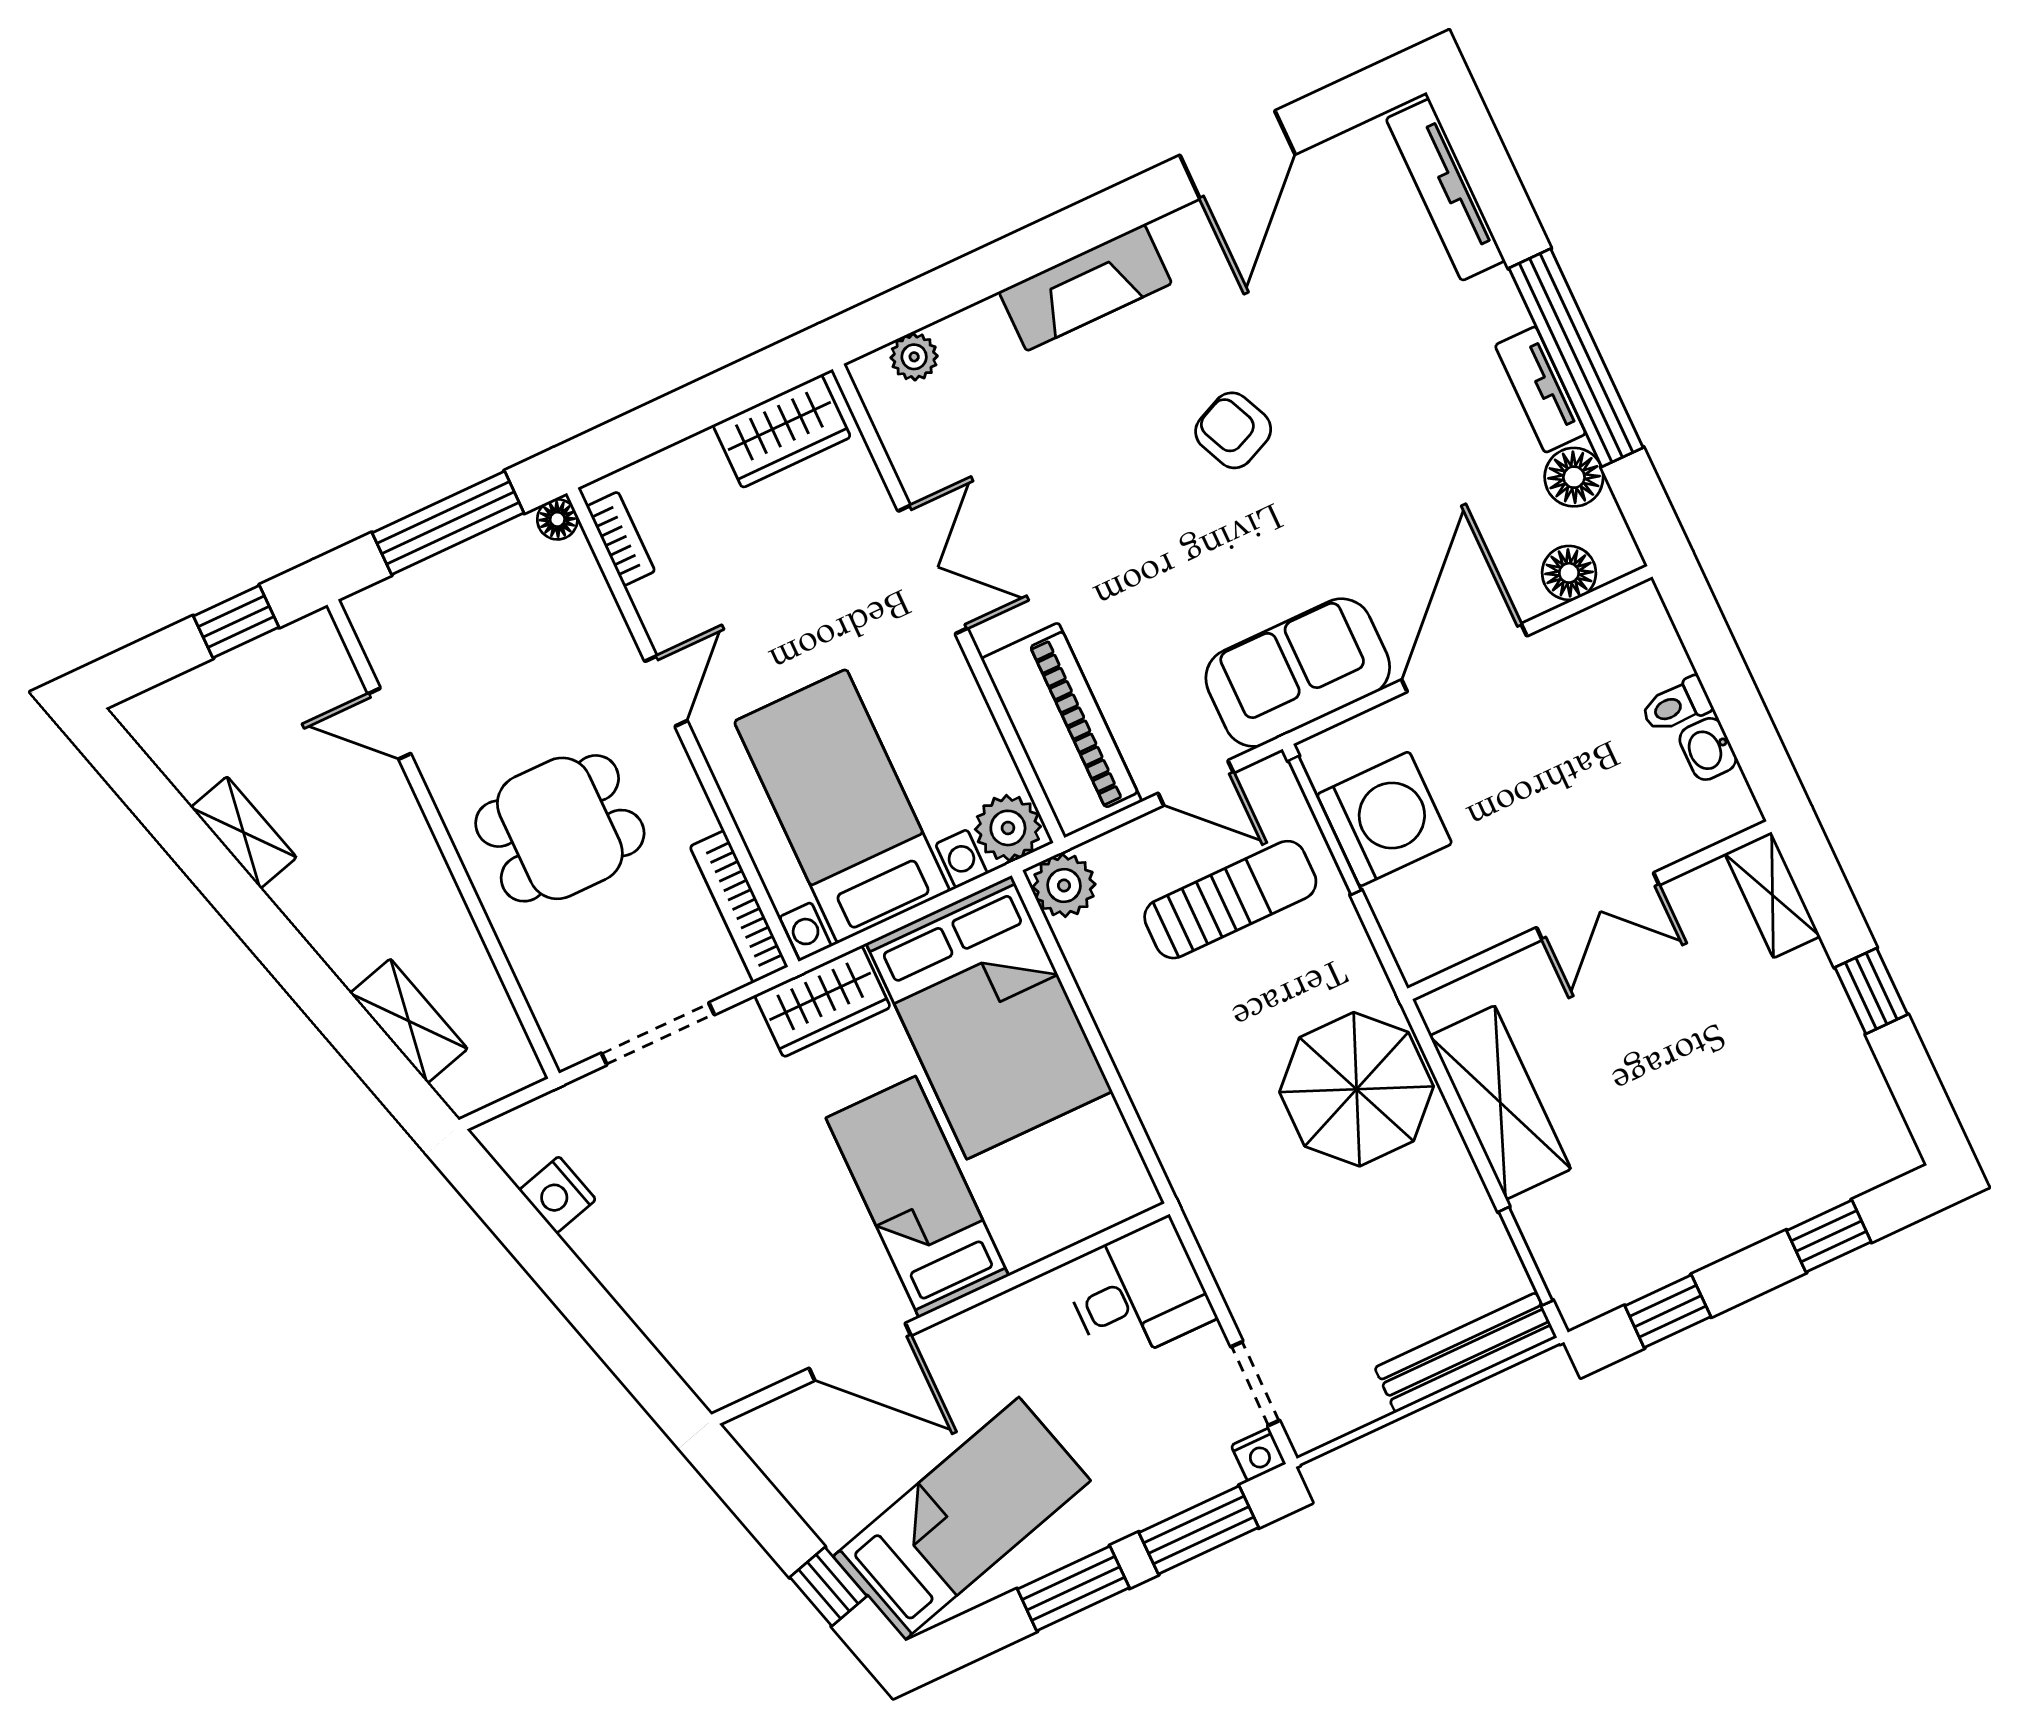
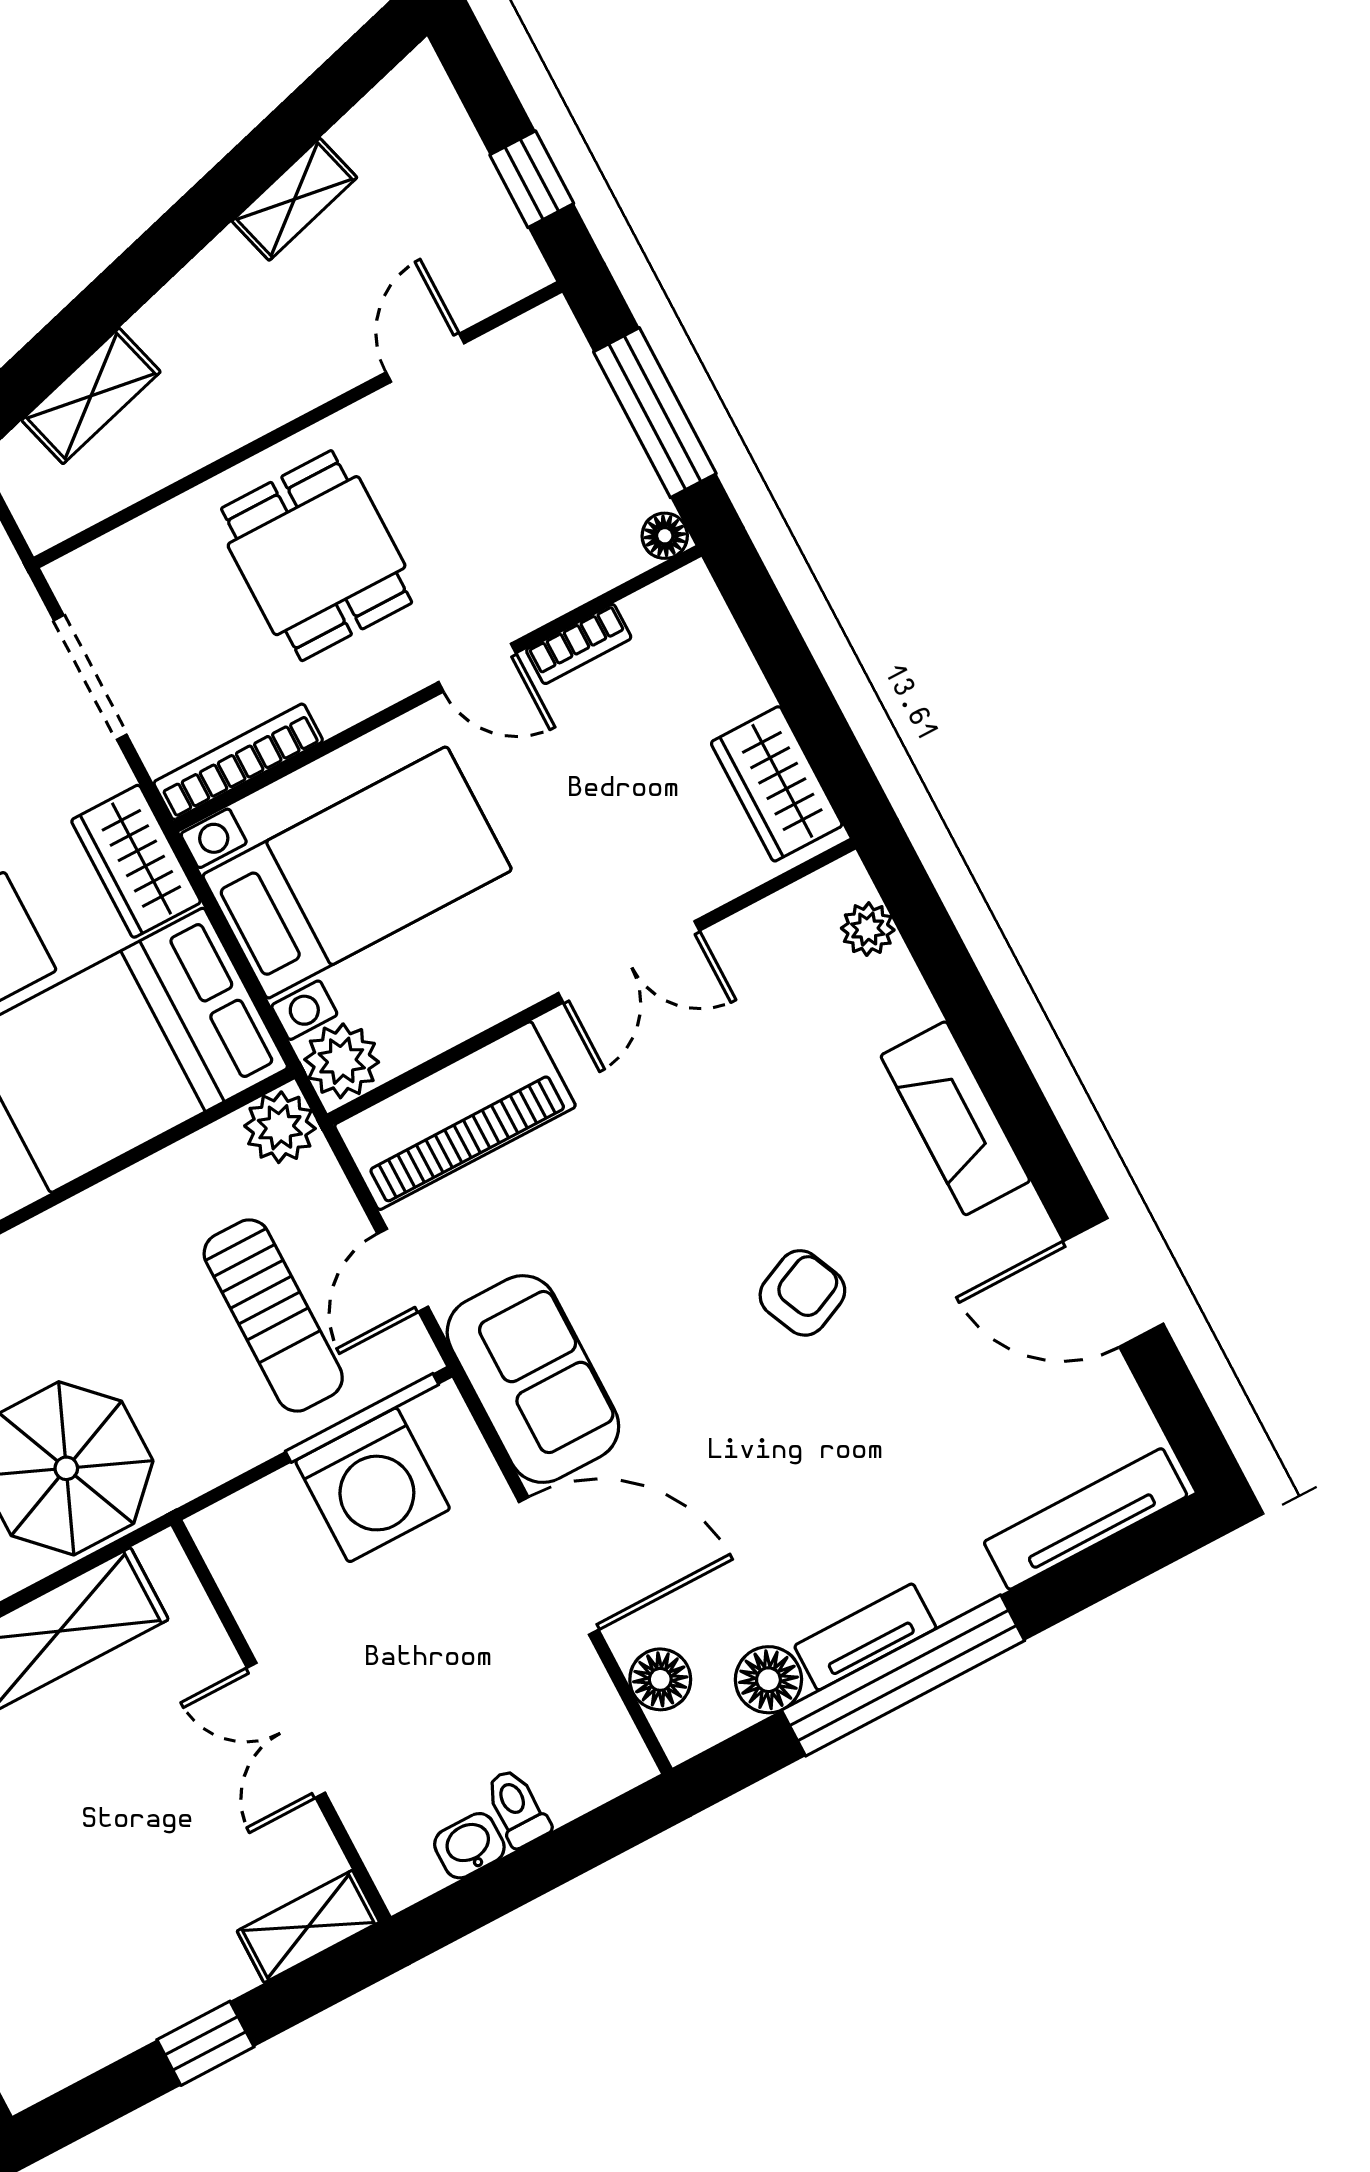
bookcase: (621, 539) -> (579, 644), moved

